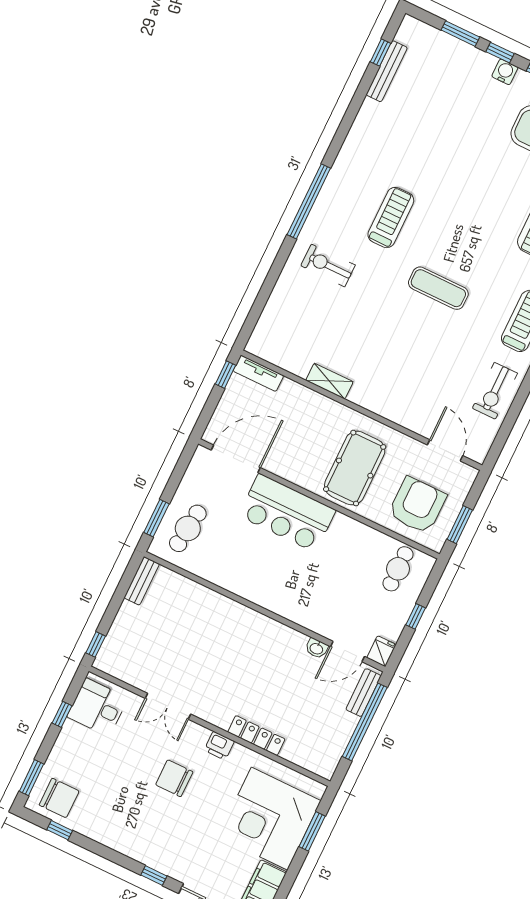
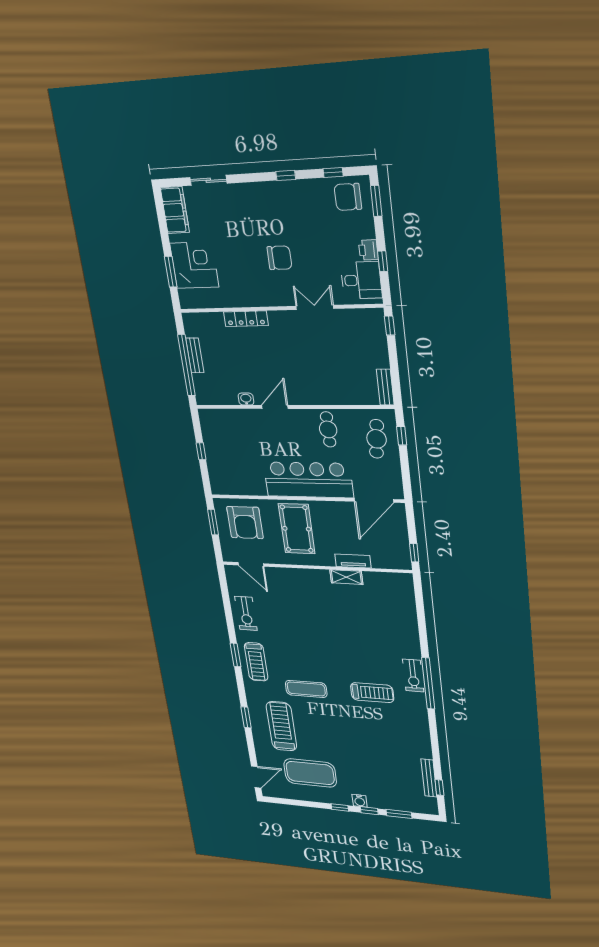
treadmill: (391, 218) -> (372, 693), turned -90
exercise bike: (328, 265) -> (413, 675), moved, turned 90
exercise mat: (438, 288) -> (306, 689), moved
tv unit: (258, 373) -> (353, 561), moved
exercise bike: (495, 391) -> (246, 613), turned 180
bar counter: (287, 513) -> (308, 480), width x1.36
window: (156, 518) -> (402, 436), width x0.67
cafe table: (398, 569) -> (328, 429), moved
fridge: (381, 651) -> (206, 418), removed
door: (347, 652) -> (275, 407), moved
bench: (363, 693) -> (195, 355), moved
printer: (219, 746) -> (368, 250), moved, turned -90
corner desk: (270, 819) -> (194, 265), width x0.74, depth x0.74
window: (154, 875) -> (286, 175), moved

